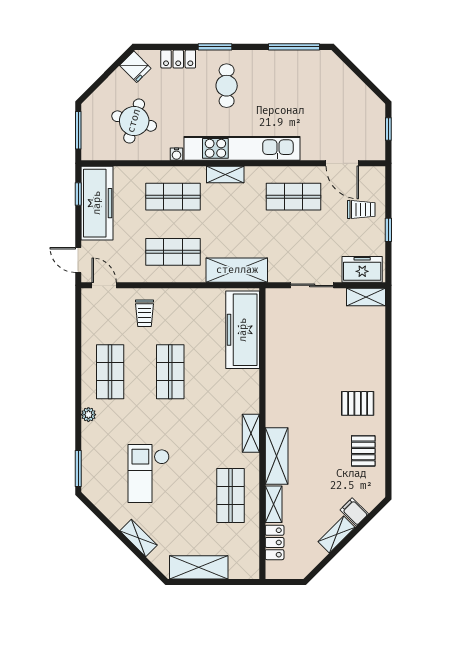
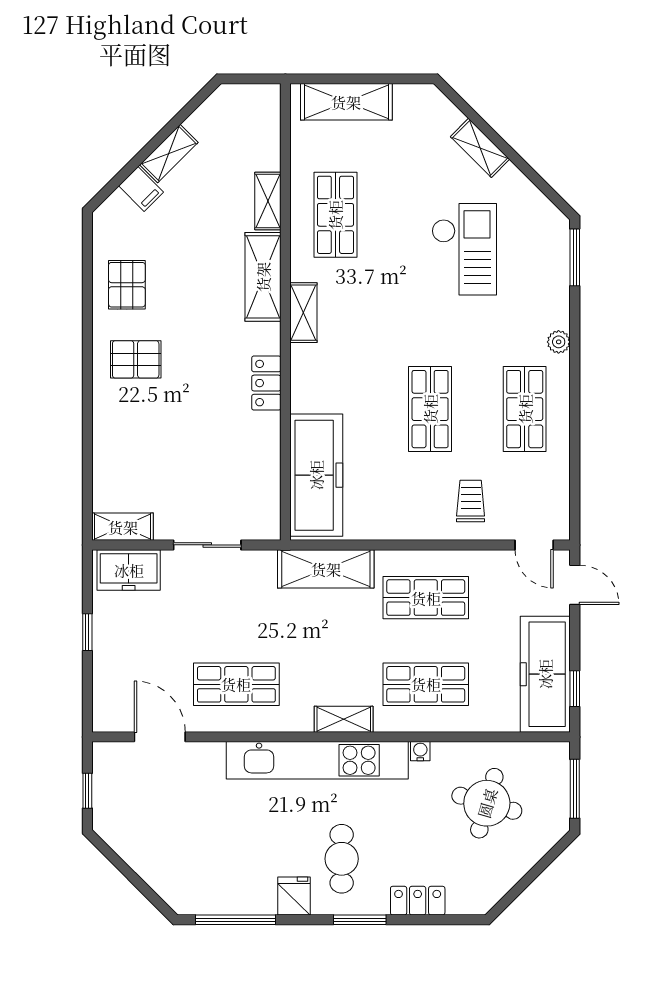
fridge: (135, 67) -> (294, 896), moved, turned 45
trolley: (361, 210) -> (130, 664), removed
locker: (275, 542) -> (266, 383), moved
shelving: (199, 567) -> (346, 102), moved

